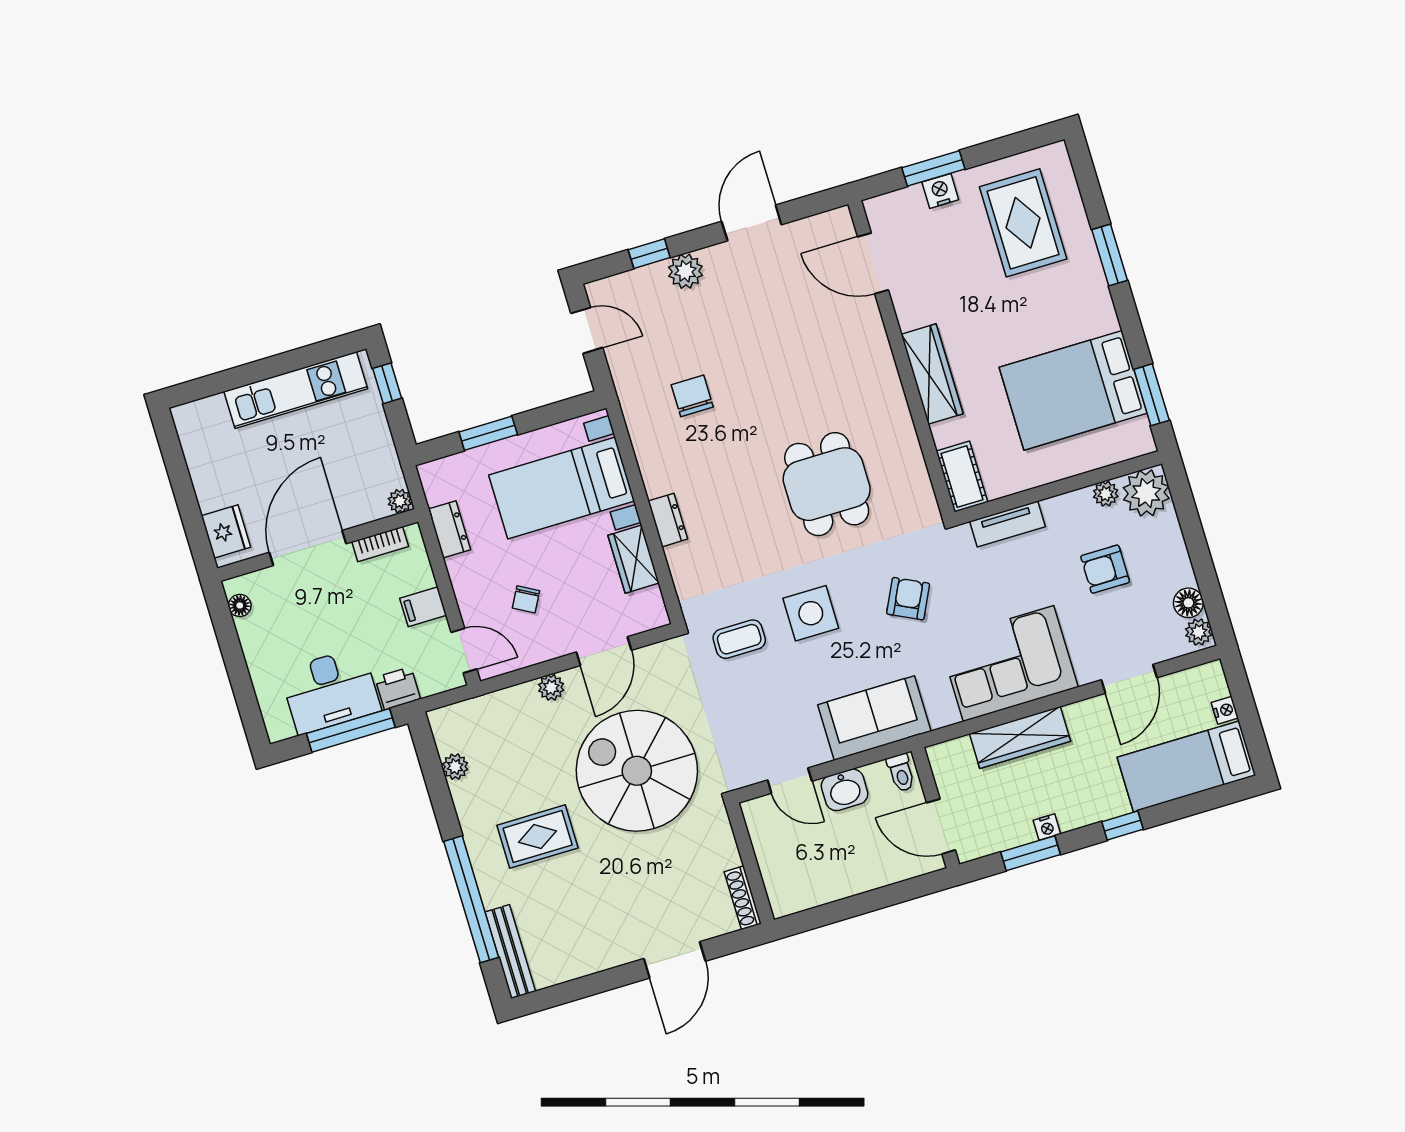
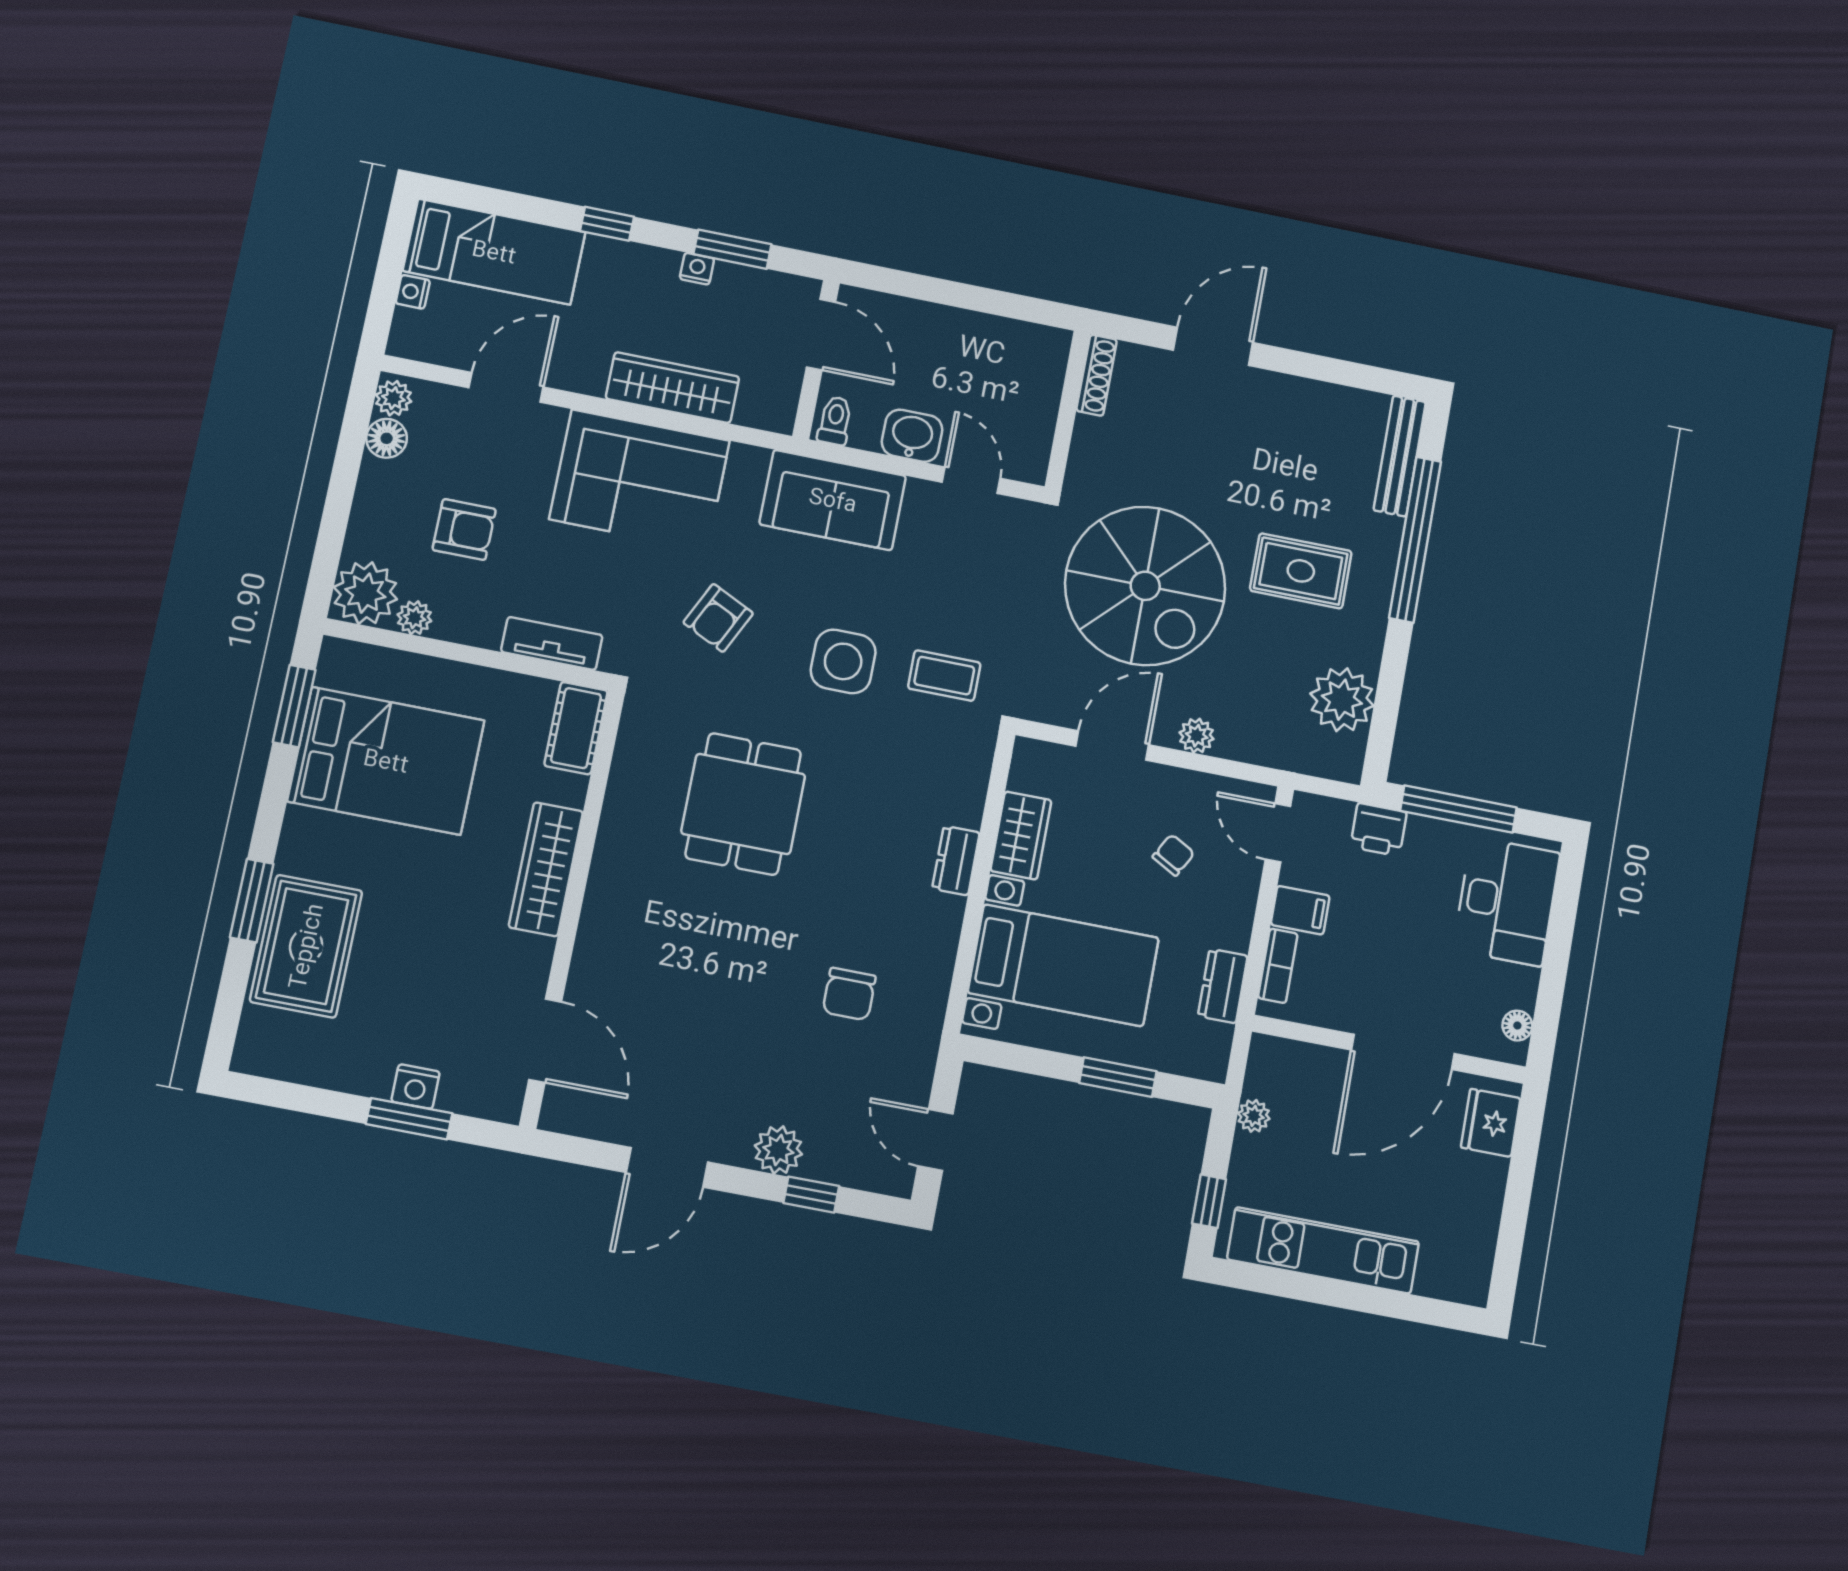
rug: (1023, 223) -> (306, 946), moved
plant: (400, 501) -> (1254, 1116), moved
bookcase: (380, 544) -> (1278, 966), moved, turned 90
desk: (330, 691) -> (1507, 901), moved, turned 90
plant: (455, 767) -> (1342, 700), width x1.87, depth x1.87

